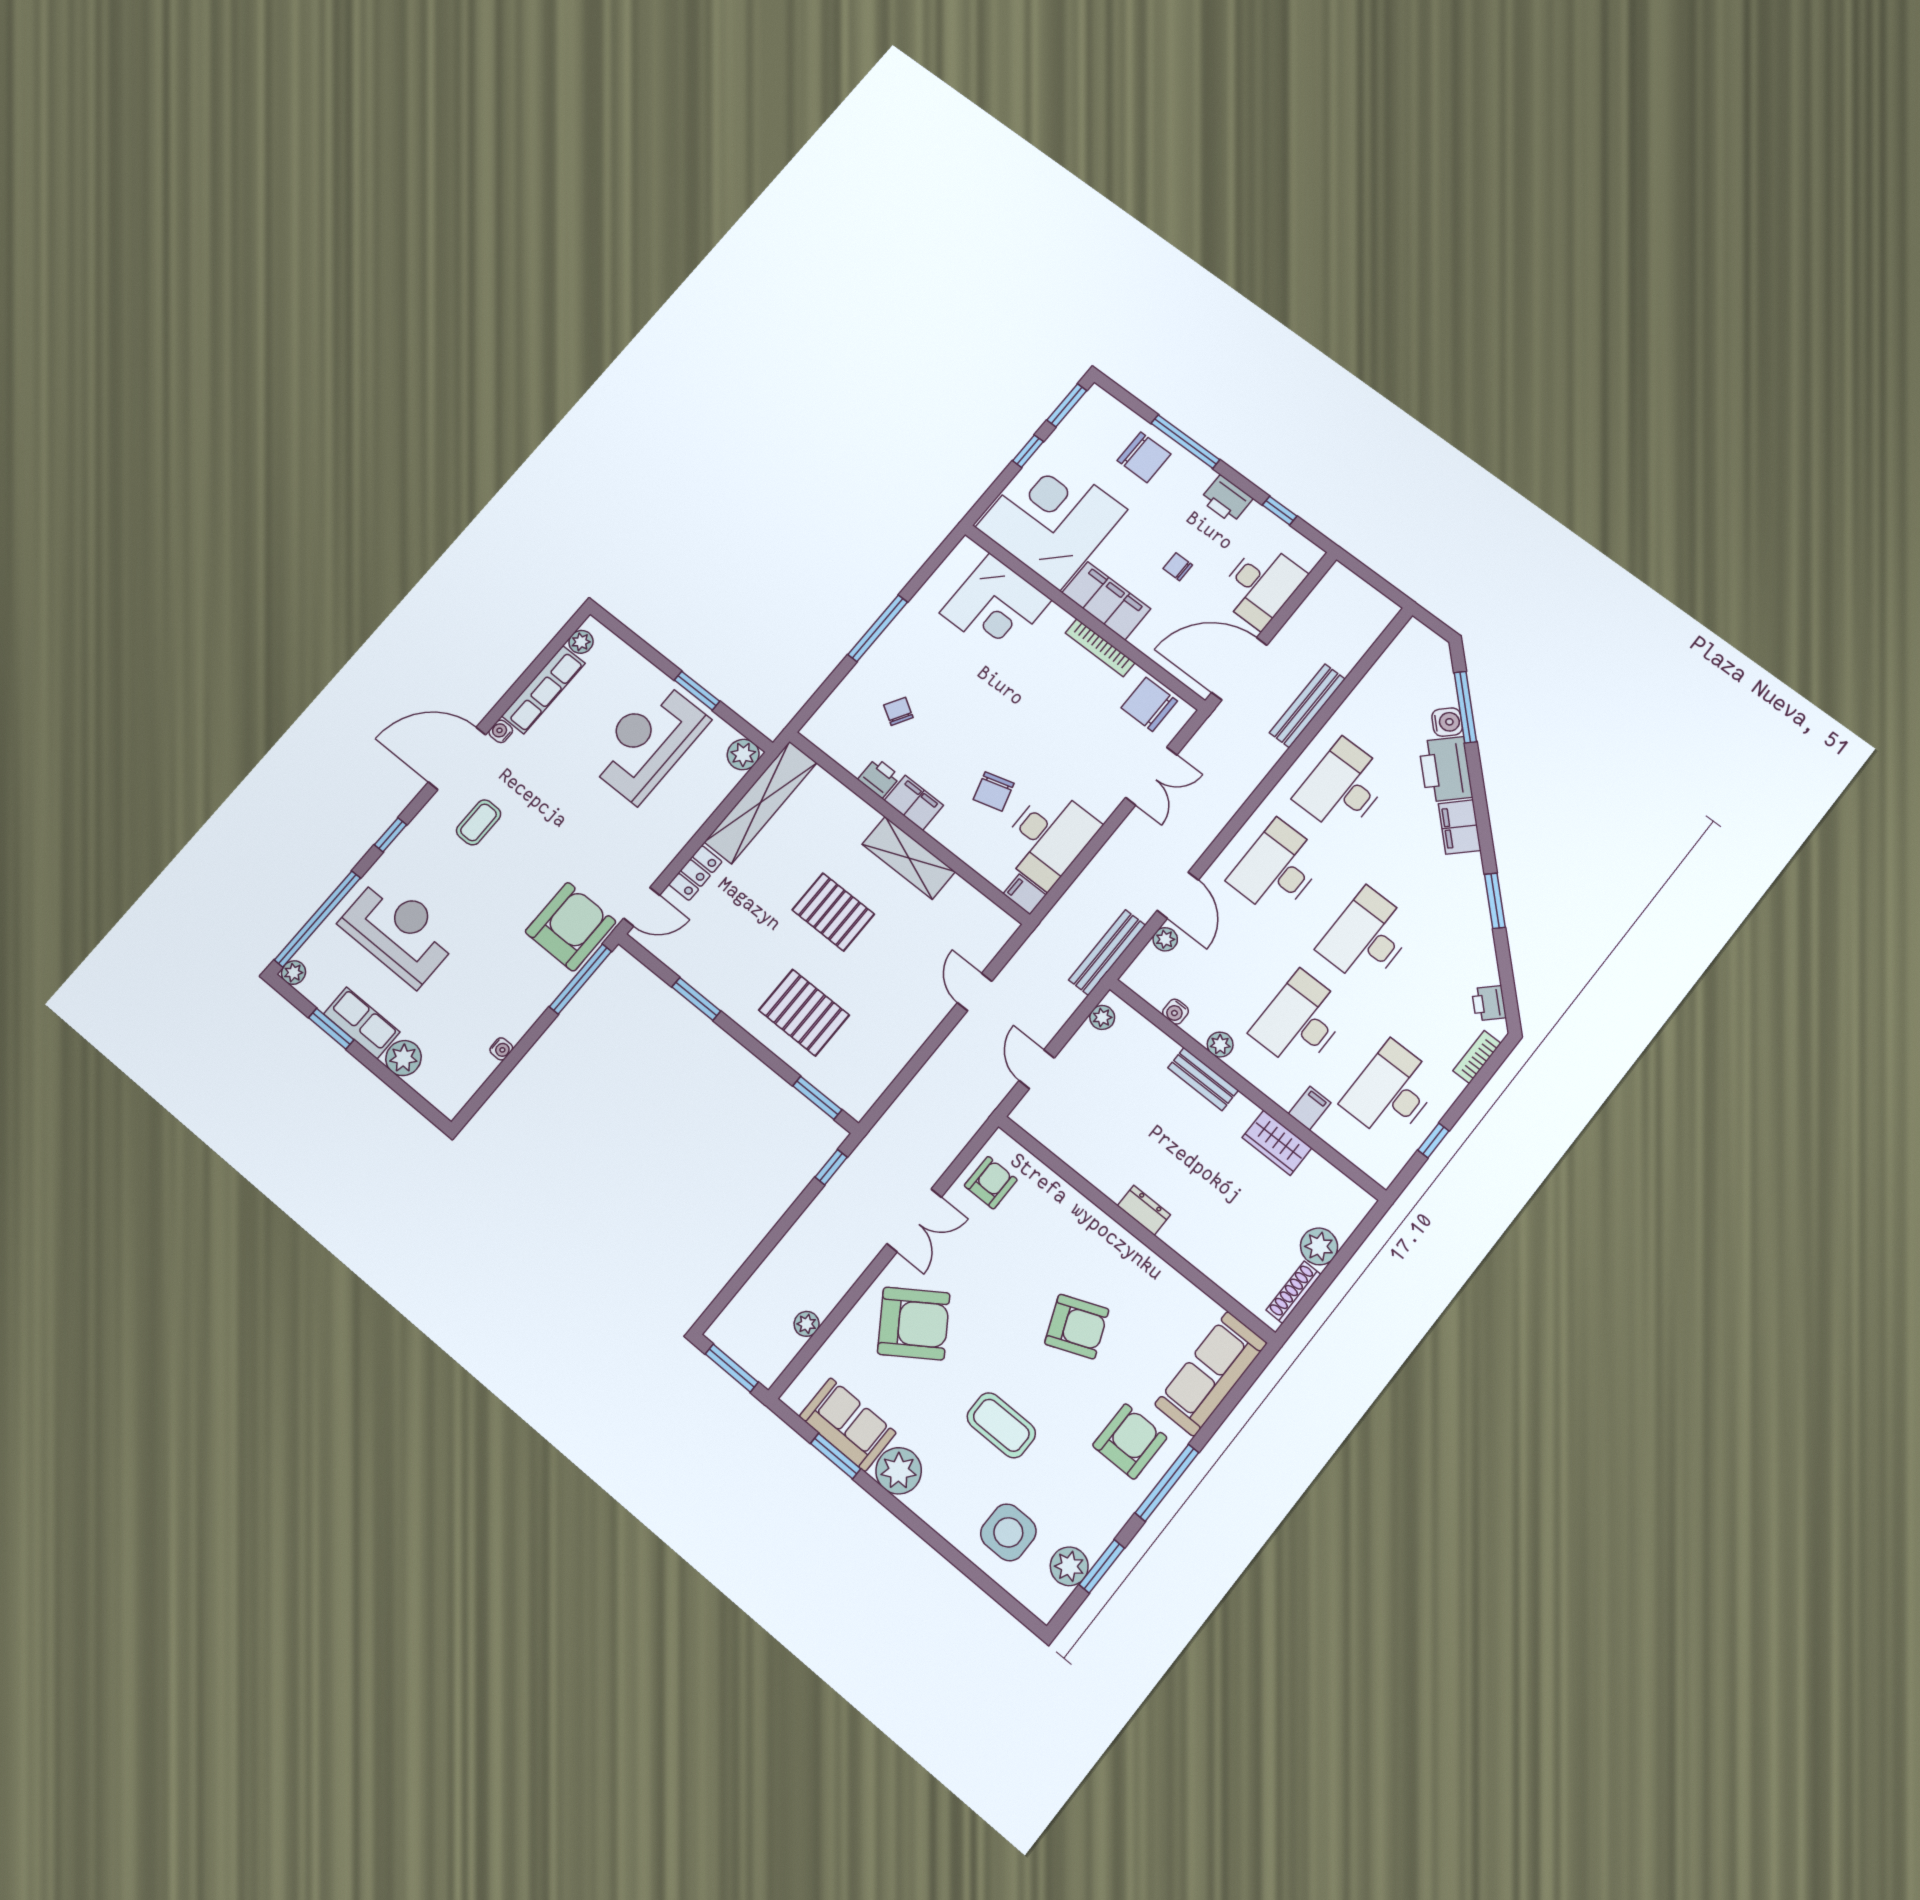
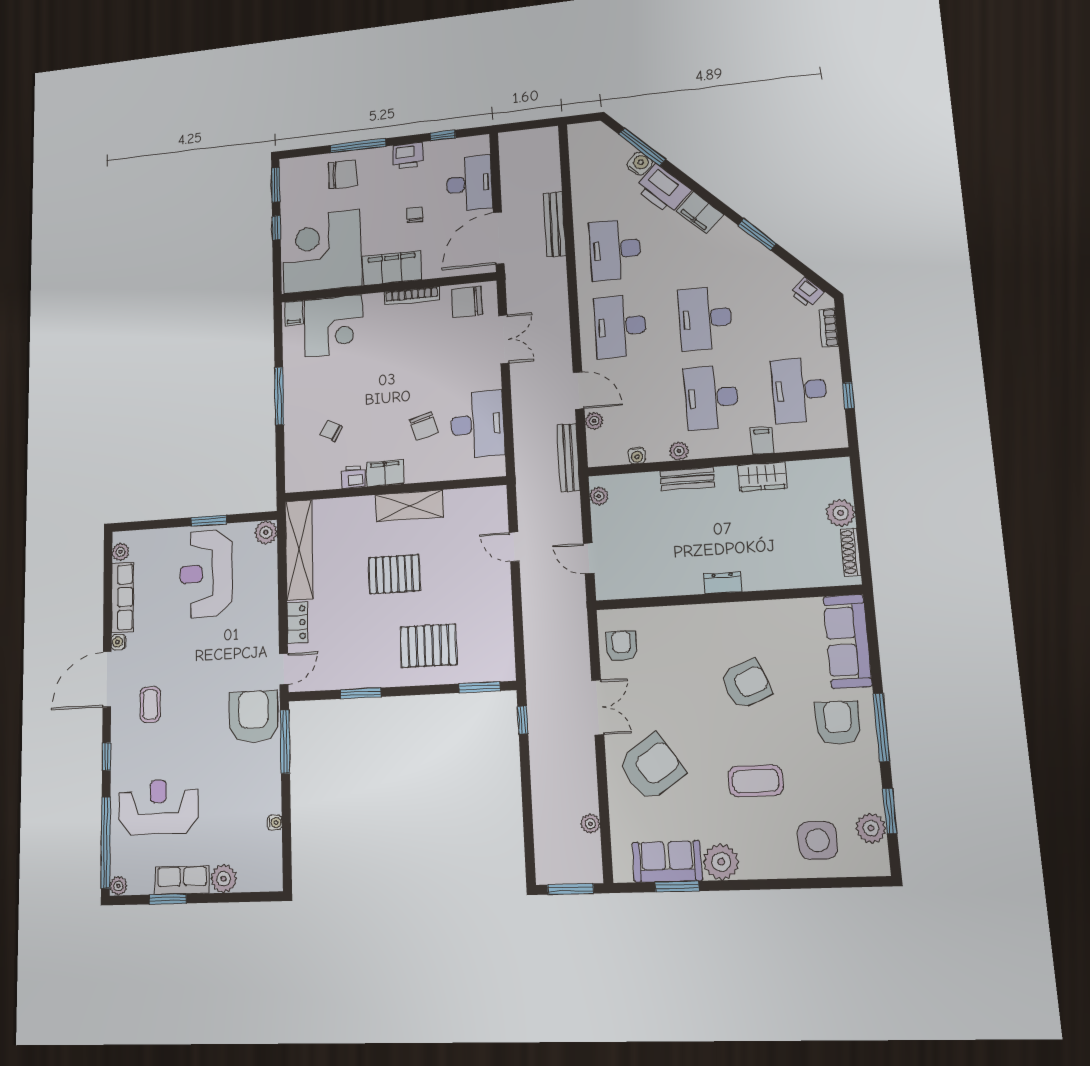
chair: (1178, 567) -> (415, 215), turned 90
filing cabinet: (1025, 894) -> (294, 313), moved, turned -90

